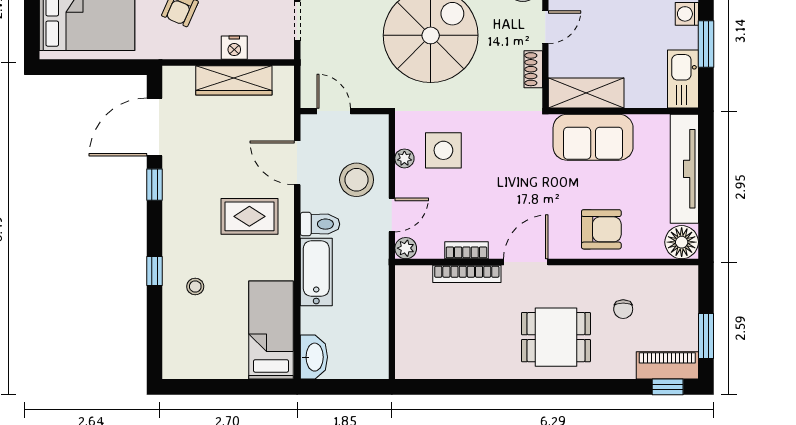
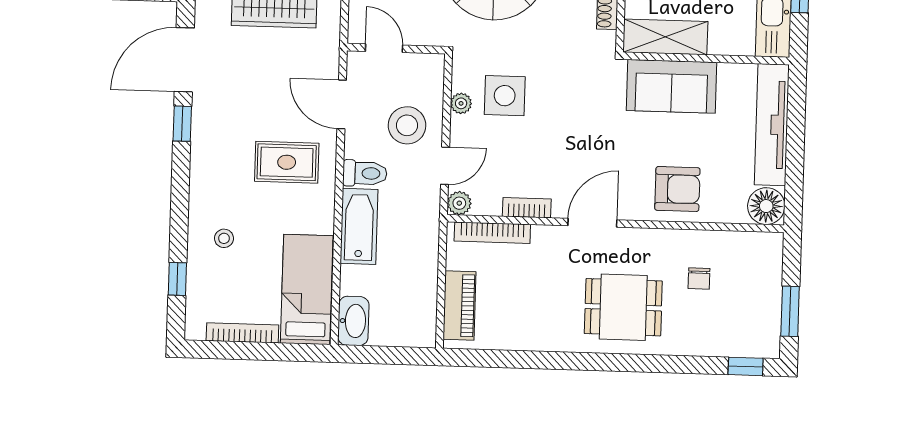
window: (154, 271) -> (177, 279), moved
bookcase: (467, 274) -> (492, 233), moved
piano: (667, 365) -> (459, 306), moved, turned 90
bookcase: (214, 371) -> (242, 333), added

